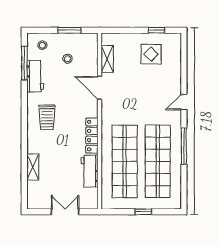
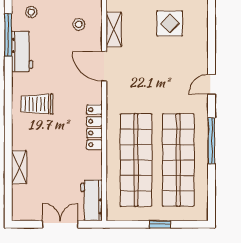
stool: (68, 59) -> (79, 24), moved
trolley: (47, 117) -> (37, 104), turned 90
workbench: (90, 171) -> (91, 200), moved

